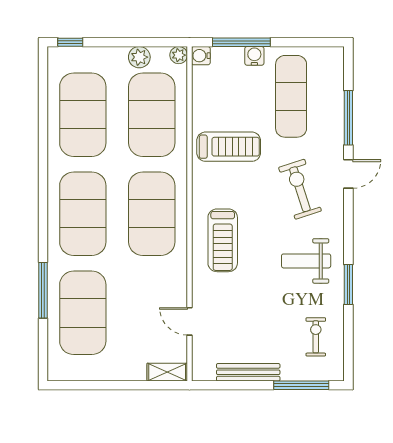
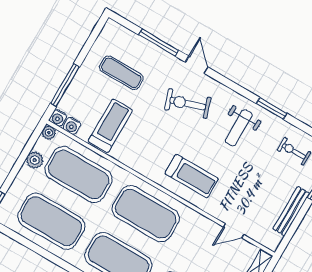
water cooler: (254, 56) -> (72, 126), moved, turned -90
exercise mat: (291, 96) -> (121, 73), width x0.73, depth x0.69
treadmill: (229, 147) -> (110, 126), moved

